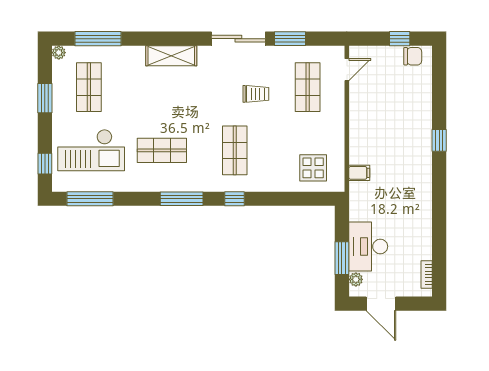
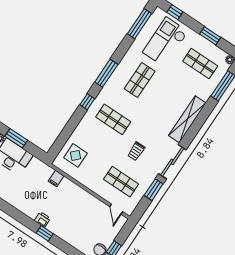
shelving: (171, 56) -> (187, 119), width x1.47
printer: (423, 155) -> (42, 220), added

